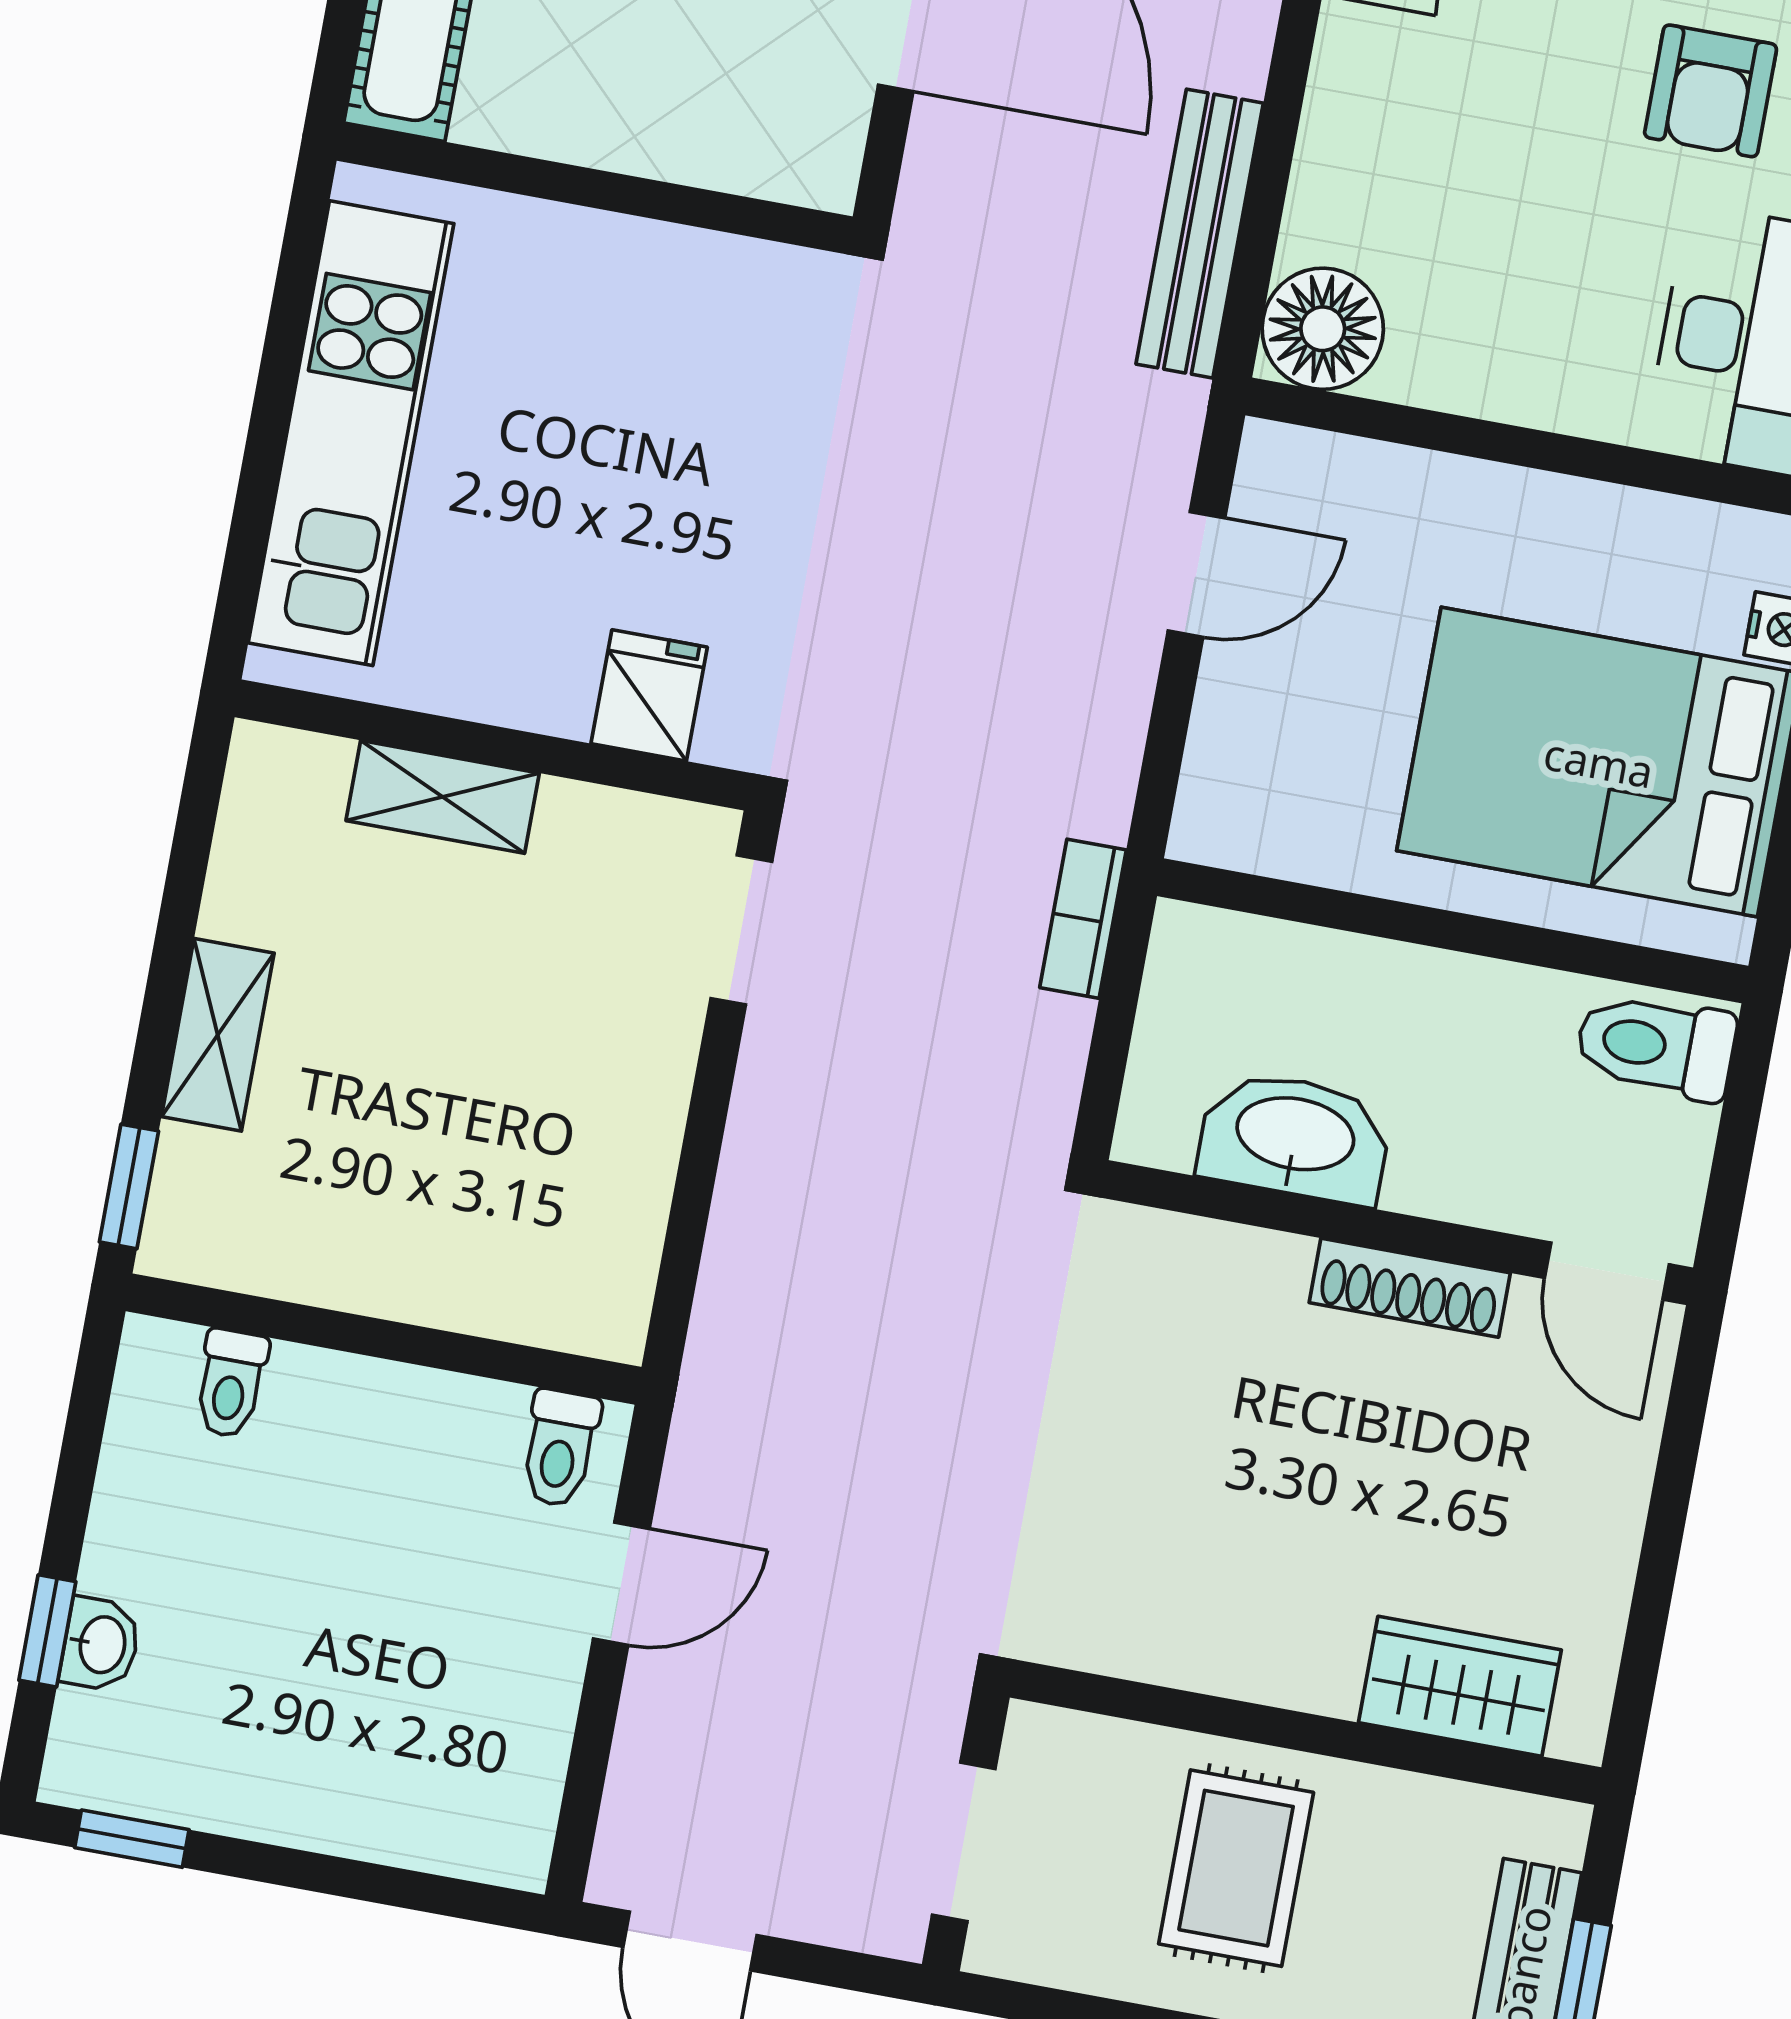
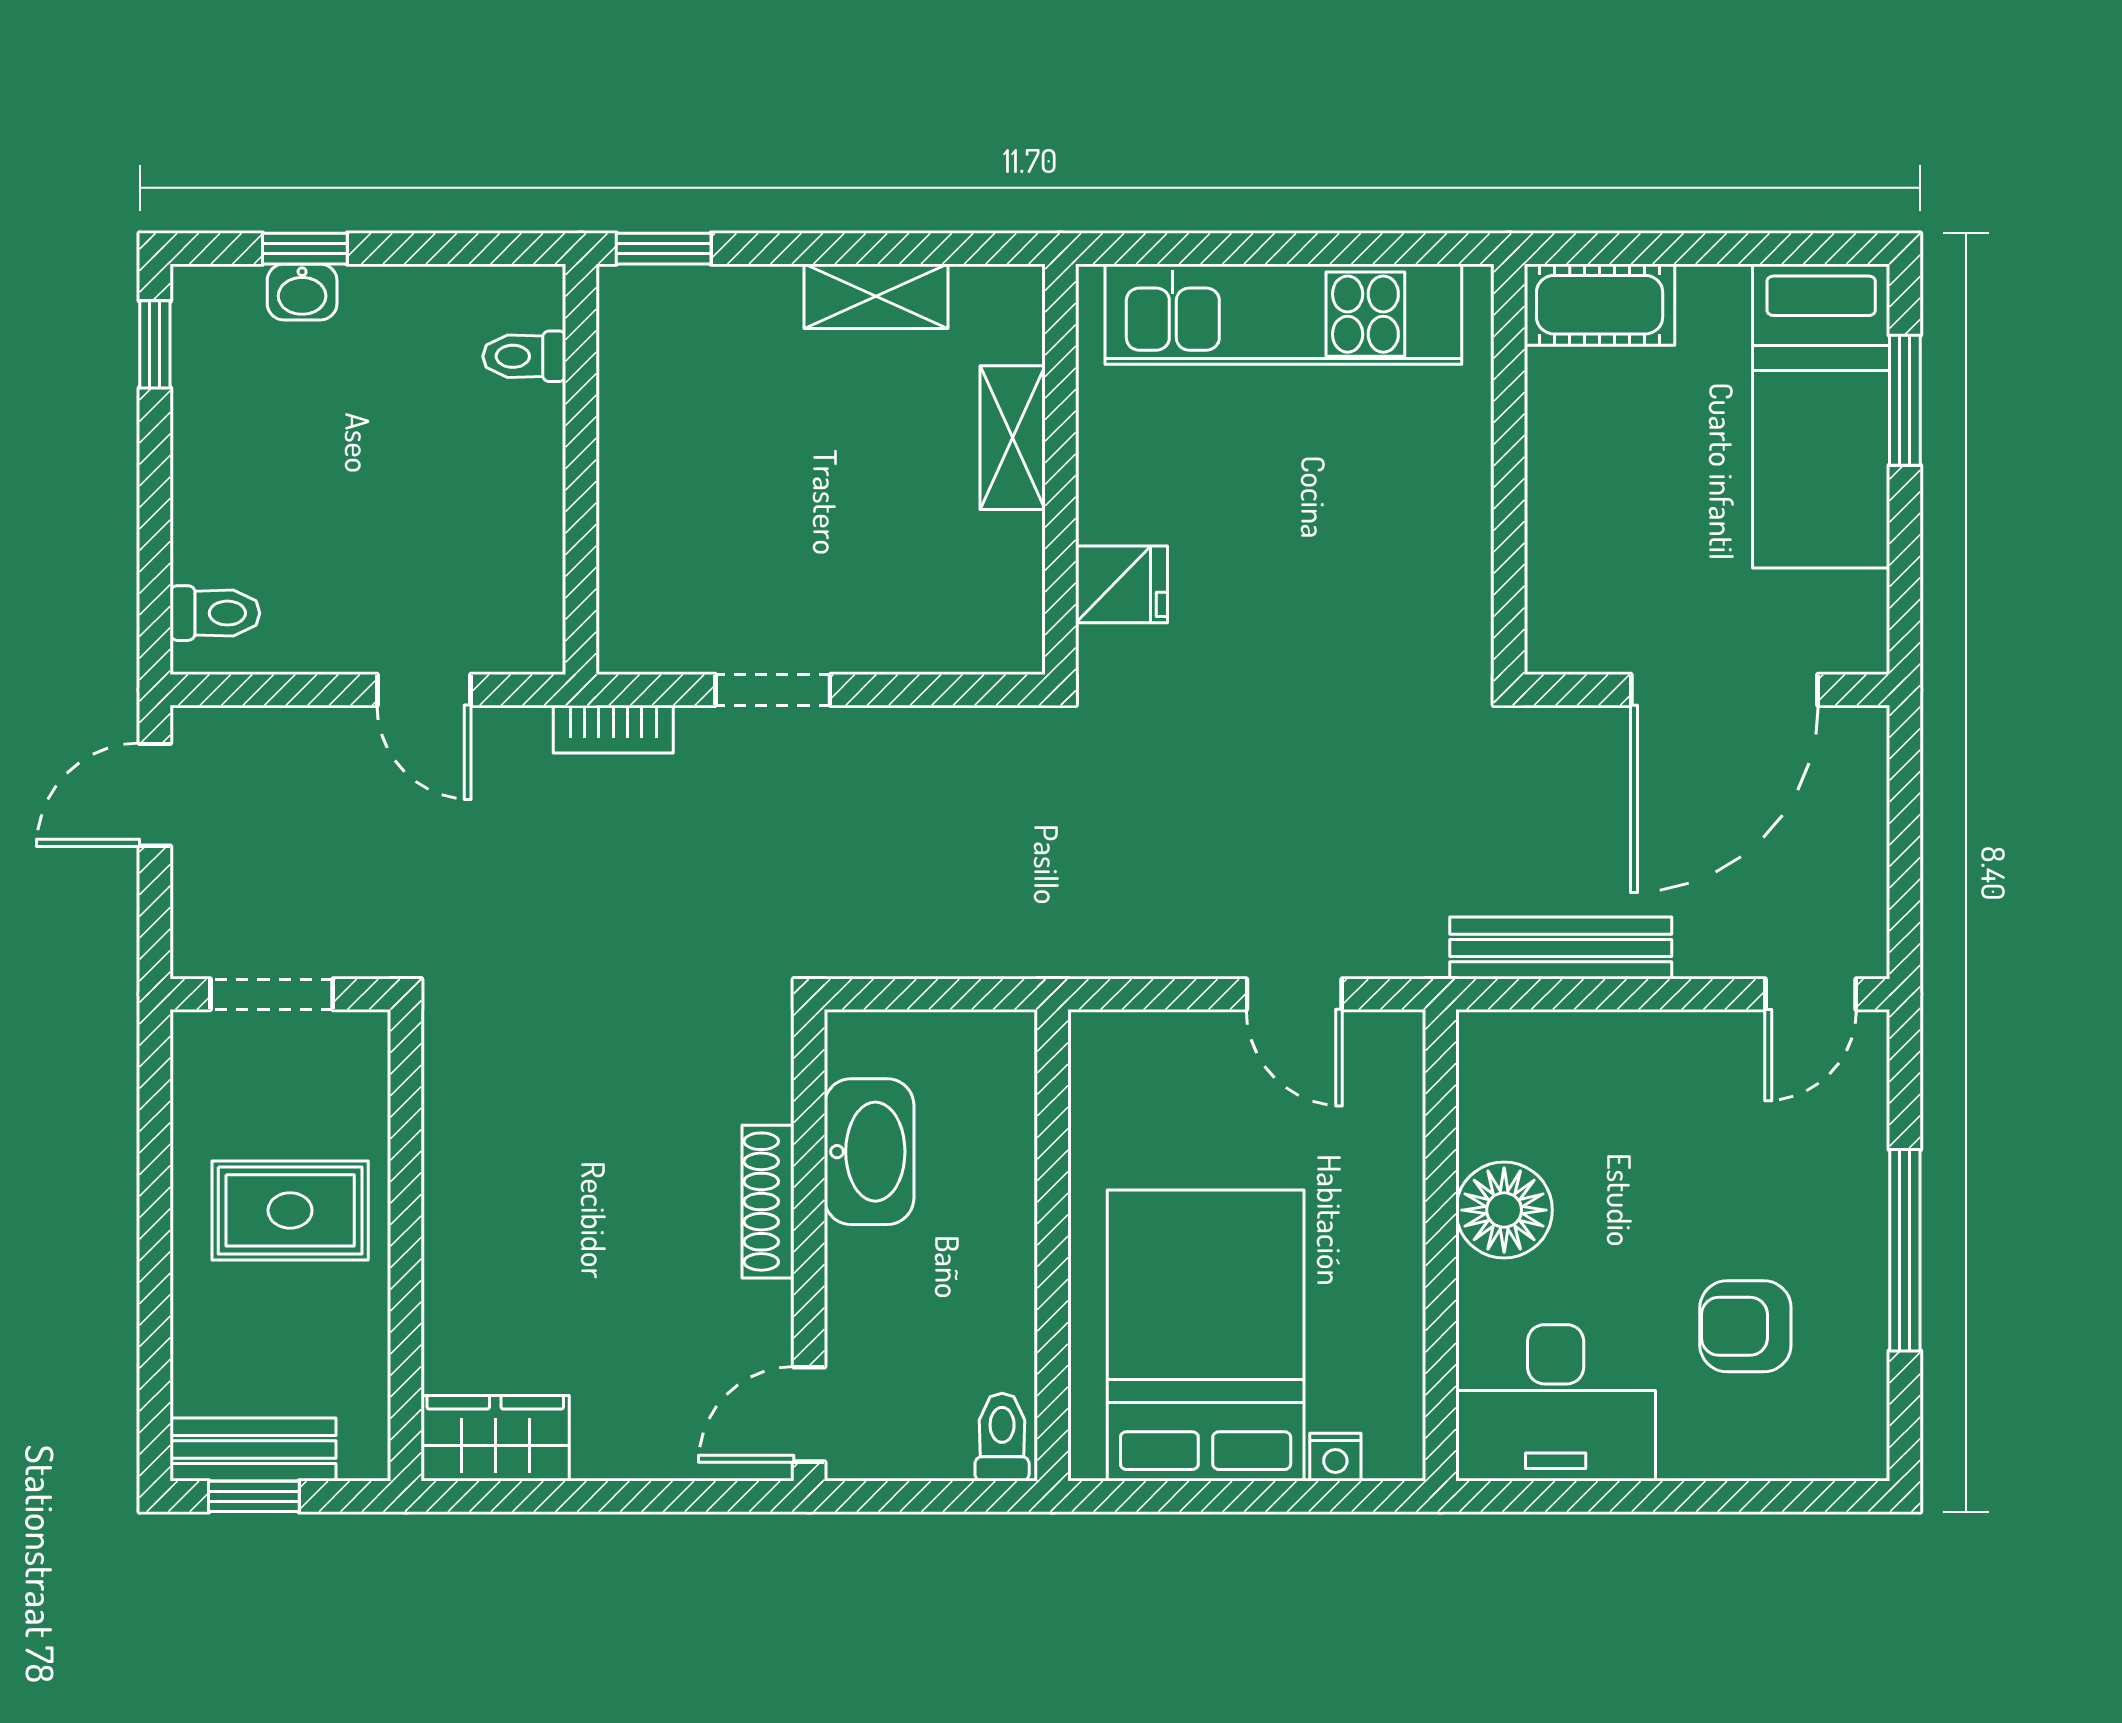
floor lamp: (1323, 329) -> (1504, 1210), moved
bookcase: (1083, 919) -> (613, 729), moved, turned 180
doorway: (741, 930) -> (773, 690), moved
shelving: (218, 1035) -> (876, 296), moved
toilet: (1656, 1046) -> (1002, 1437), width x0.73, depth x0.72
shoe rack: (1410, 1288) -> (768, 1202), moved
toilet: (560, 1448) -> (215, 613), moved, turned 180
wardrobe: (1460, 1686) -> (495, 1438), moved, turned -90

